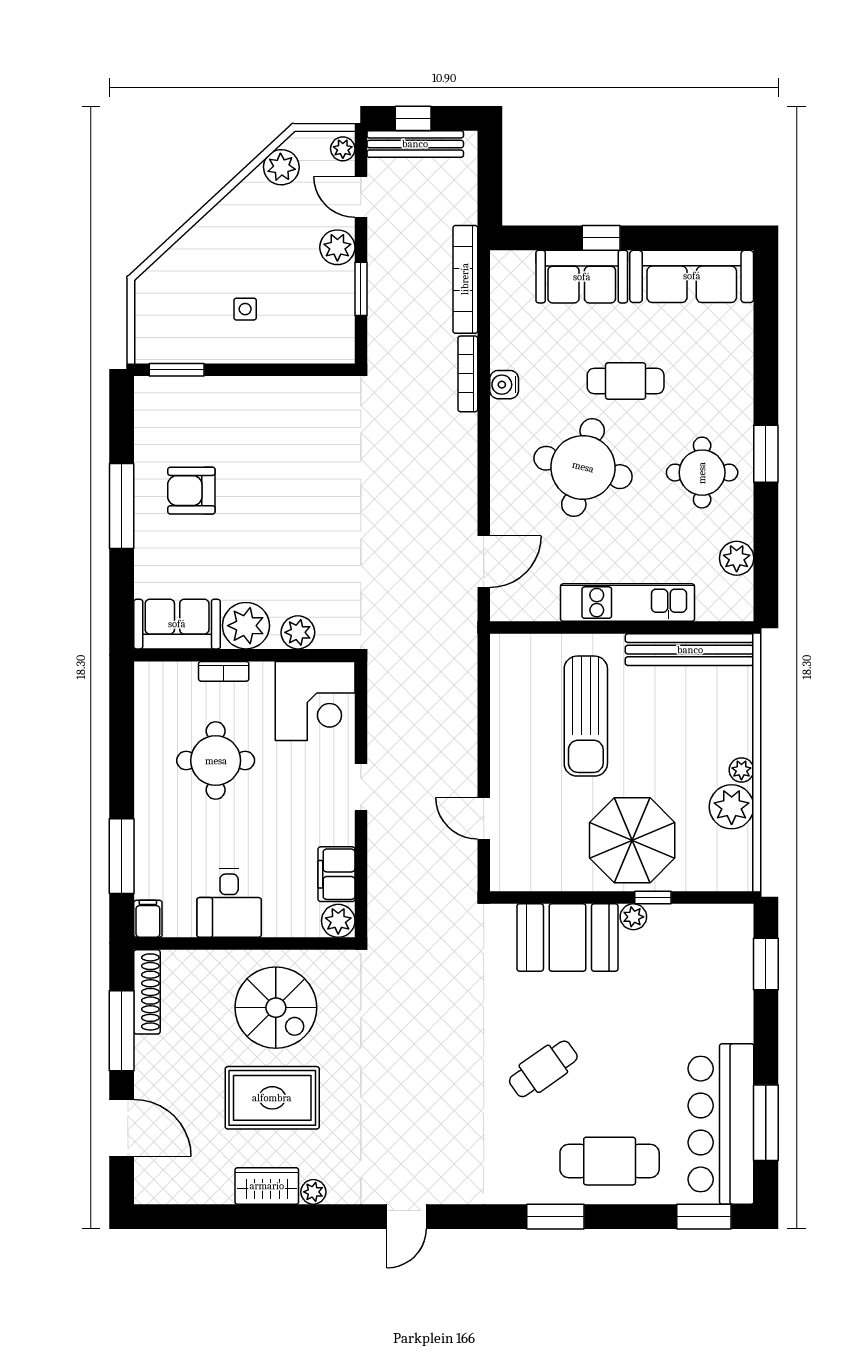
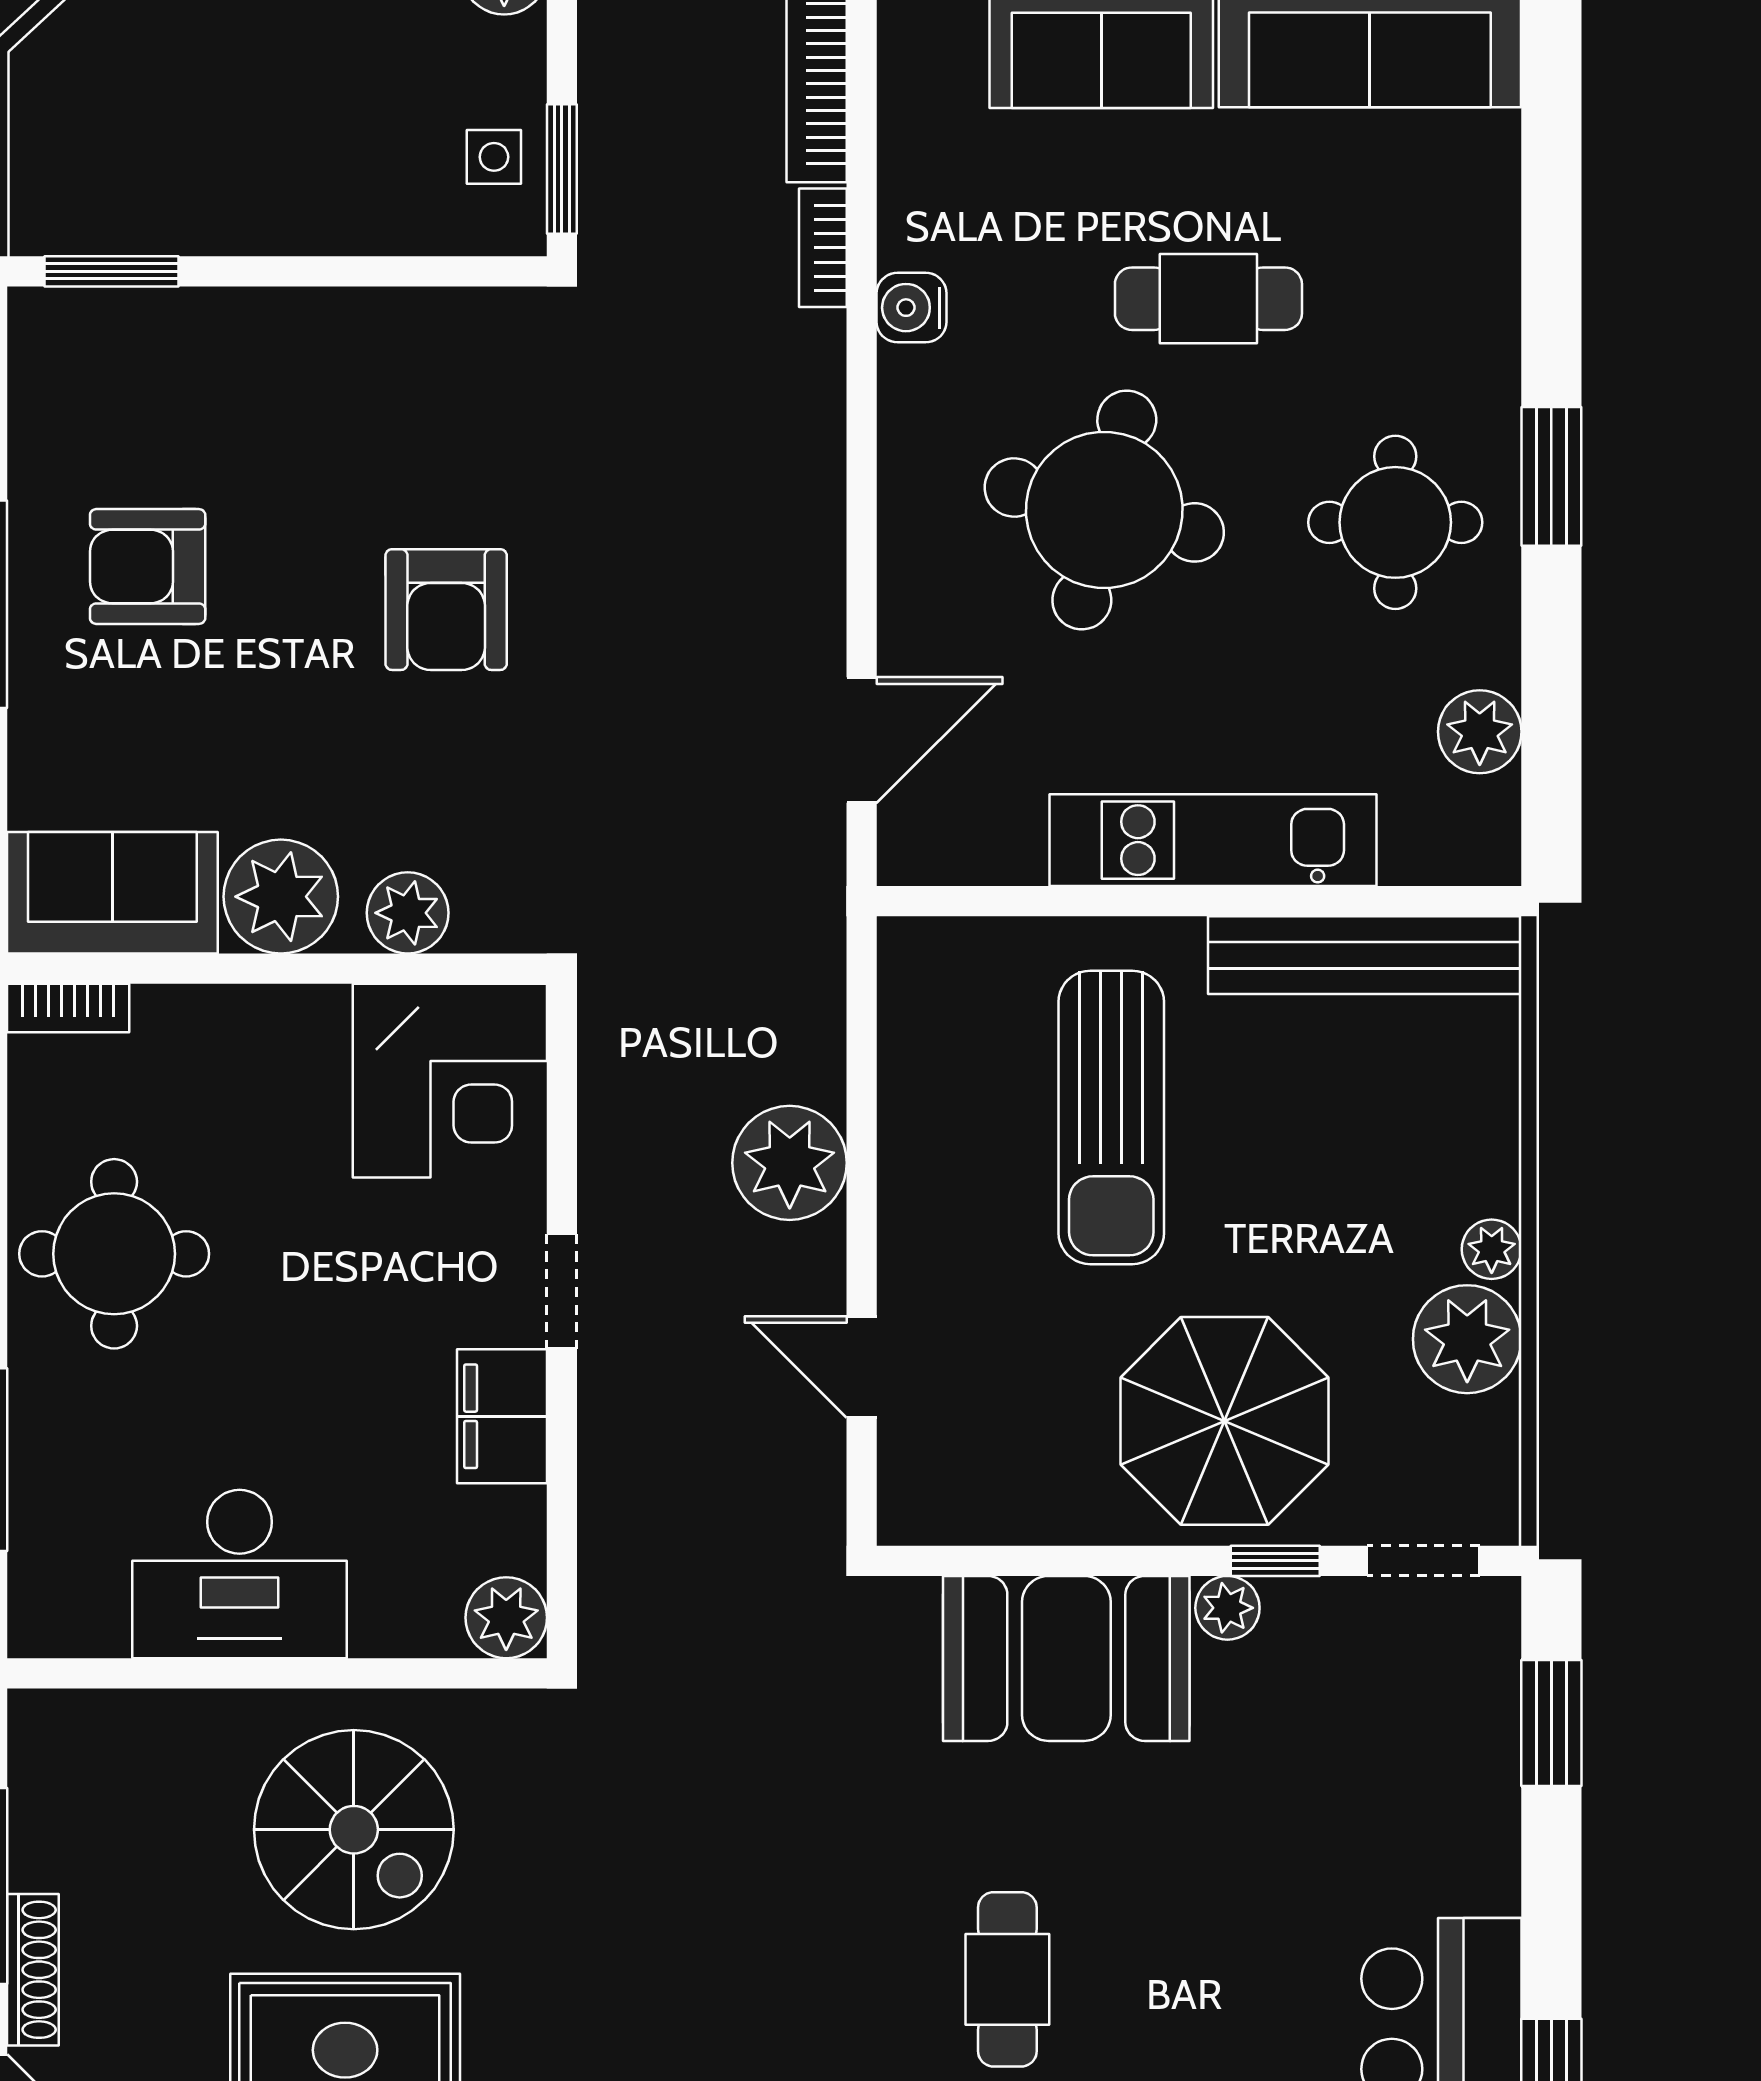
window: (361, 289) -> (562, 169), moved
side table: (245, 309) -> (494, 157), moved
bookcase: (468, 374) -> (823, 248), width x0.64
armchair: (314, 508) -> (446, 610), added
bookcase: (224, 671) -> (68, 1008), moved
plant: (454, 735) -> (790, 1163), added
round table: (216, 761) -> (114, 1254), moved
filing cabinet: (336, 874) -> (502, 1416), moved
doorway: (714, 898) -> (1423, 1561), added
desk: (229, 903) -> (240, 1574), width x1.37
filing cabinet: (148, 919) -> (41, 1613), removed
shoe rack: (147, 992) -> (33, 1970), moved, width x0.74, depth x0.81
cafe table: (543, 1069) -> (1007, 1979), turned -55

